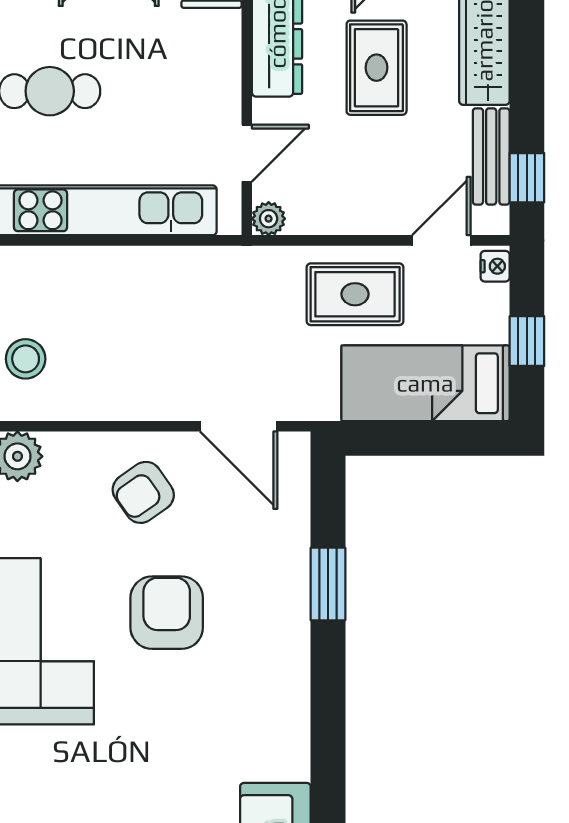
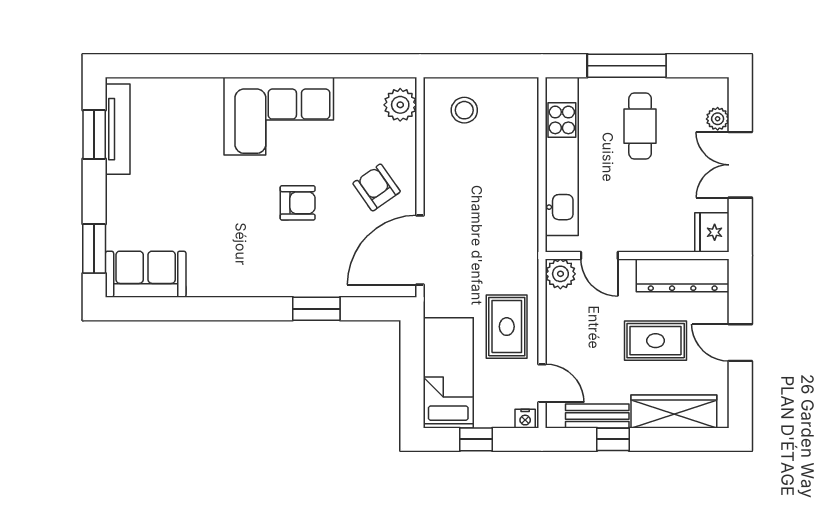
window: (527, 178) -> (613, 439), moved
plant: (269, 219) -> (560, 274), width x1.38, depth x1.38
door: (239, 426) -> (420, 250), width x1.36
armchair: (167, 613) -> (298, 203), width x0.72, depth x0.72

